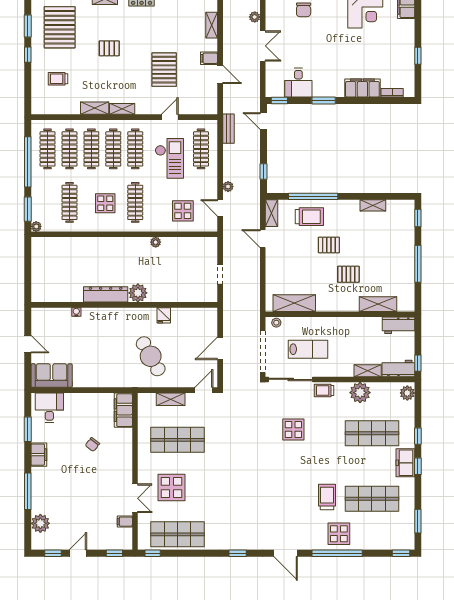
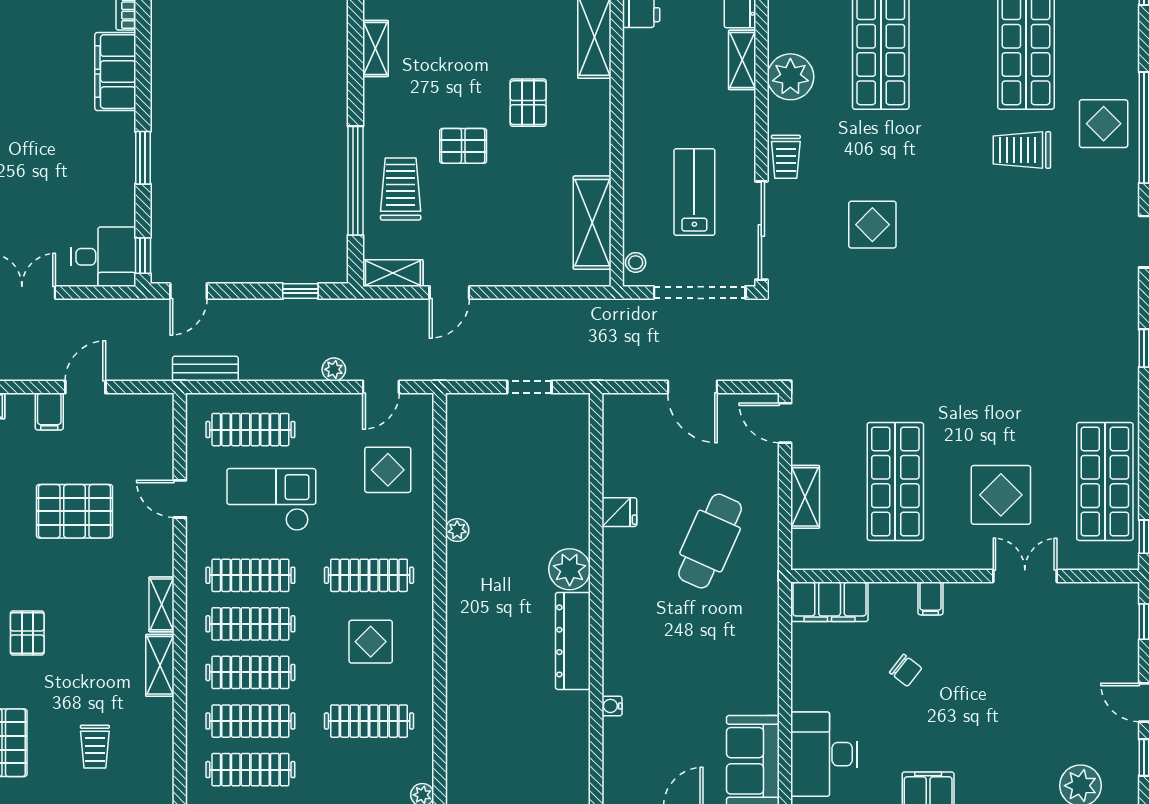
desk: (298, 83) -> (103, 257), moved
pallet: (329, 245) -> (463, 146), turned 90
cafe table: (151, 356) -> (710, 541), turned -37
desk: (49, 408) -> (824, 754), width x1.37
filing cabinet: (125, 522) -> (930, 598), moved

